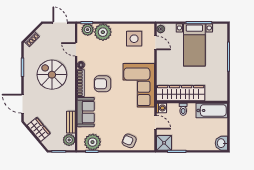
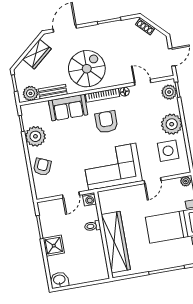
plant: (103, 32) -> (172, 124), moved
door: (156, 43) -> (153, 181), moved
door: (76, 49) -> (143, 82), hinge flipped
spiral stairs: (52, 75) -> (87, 69), moved
wardrobe: (181, 93) -> (116, 242), moved
bathtub: (212, 110) -> (97, 261), removed
plant: (93, 142) -> (35, 136), moved
shower: (164, 143) -> (54, 246), moved

